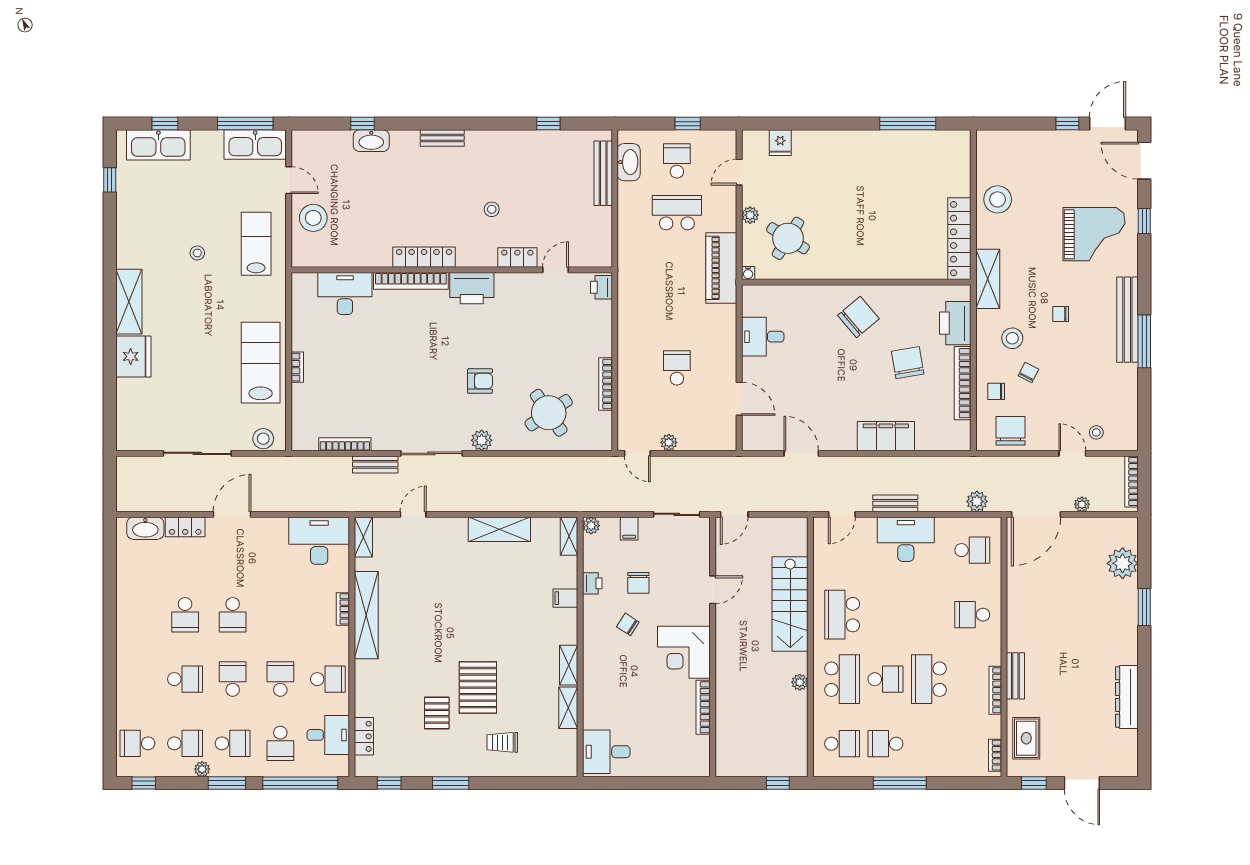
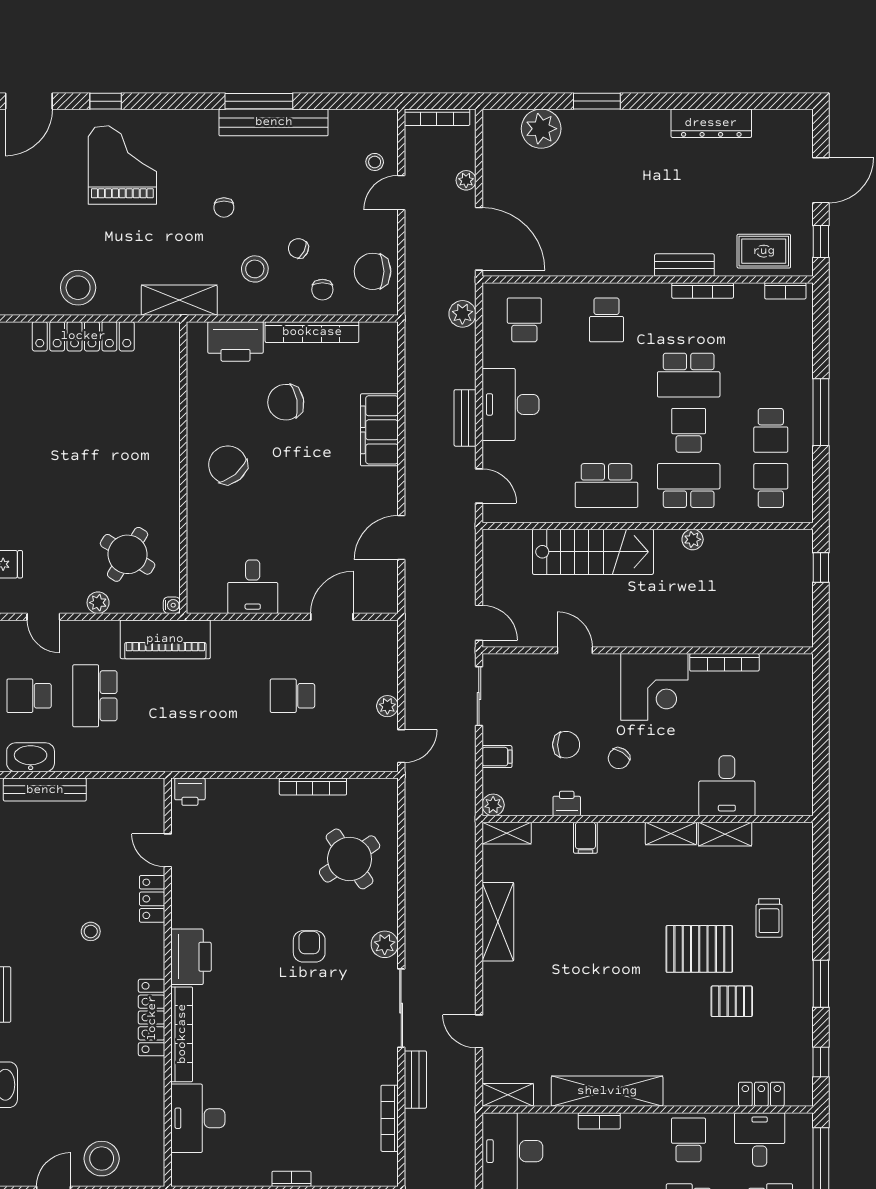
locker: (959, 239) -> (83, 336), moved
bench: (1127, 320) -> (274, 122), moved
desk: (606, 752) -> (727, 786), moved

